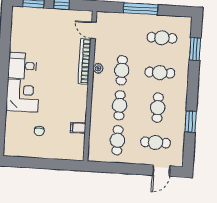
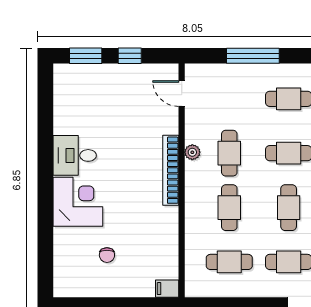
bookcase: (85, 61) -> (171, 170), moved
filing cabinet: (78, 128) -> (167, 289), moved
cafe table: (117, 140) -> (229, 262), turned 90

